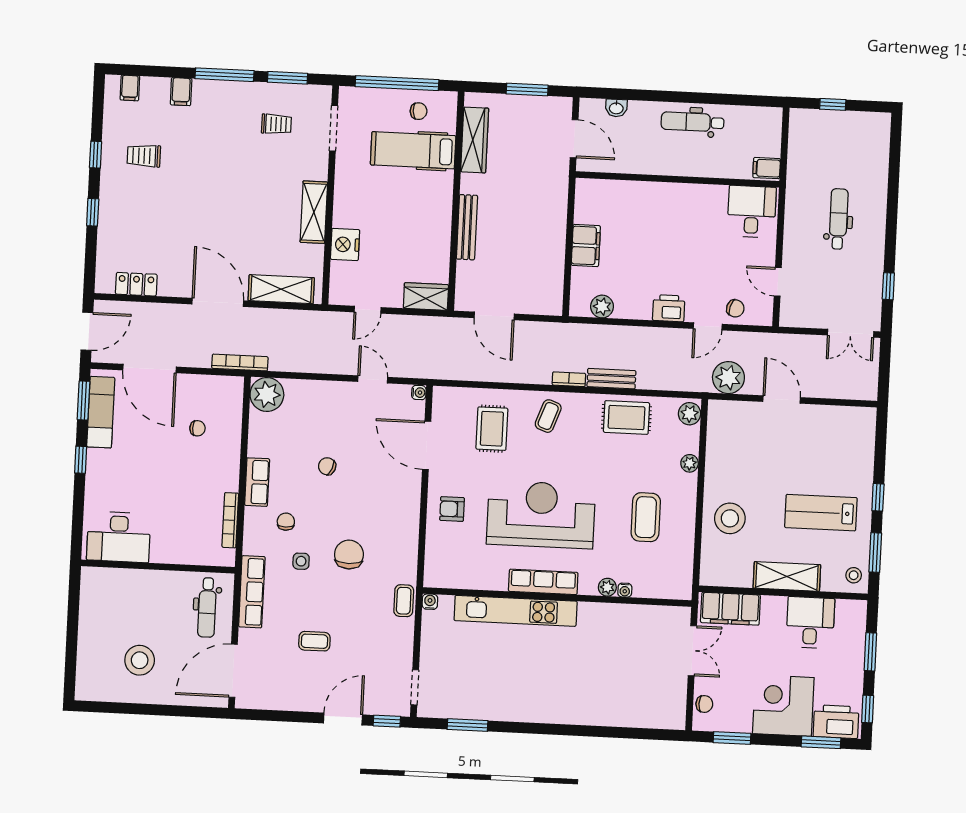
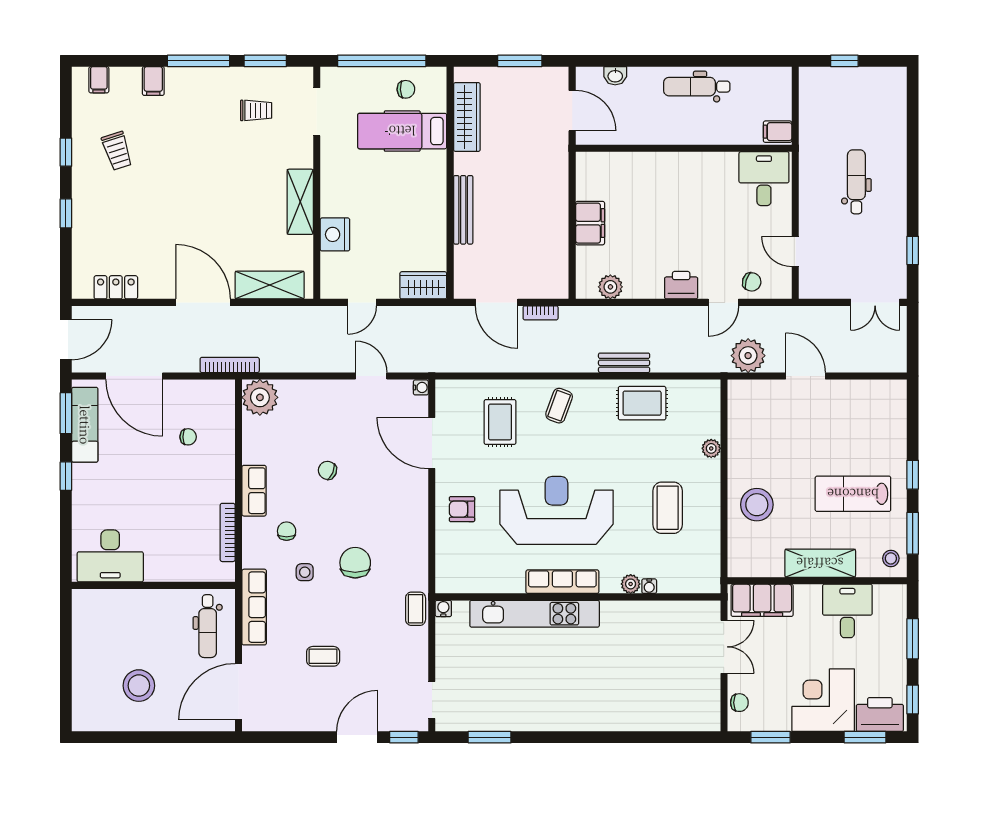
trolley: (144, 156) -> (117, 151), turned -108
bookcase: (569, 379) -> (541, 313), moved, turned 180
plant: (690, 414) -> (709, 396), removed

